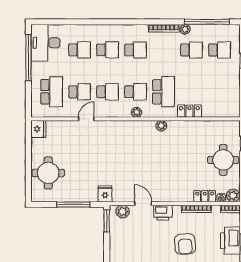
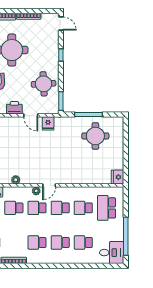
desk: (45, 43) -> (112, 253), width x0.73
school desk: (164, 92) -> (14, 208), width x0.54
door: (86, 119) -> (49, 185), moved
round table: (48, 173) -> (95, 136), moved
fridge: (105, 194) -> (48, 123), moved
plant: (123, 212) -> (48, 109), removed
round table: (128, 242) -> (44, 84), added

